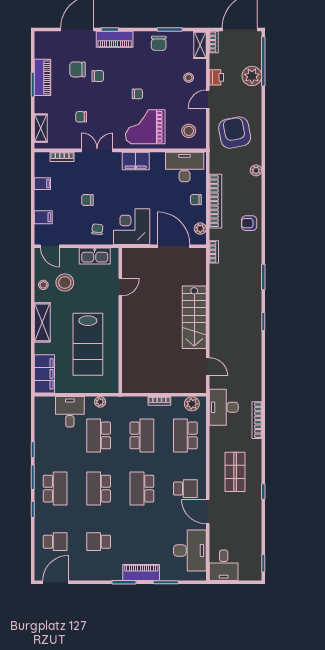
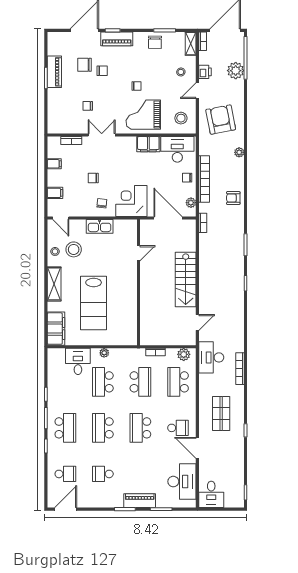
shelving: (41, 128) -> (53, 116), removed
filing cabinet: (136, 161) -> (148, 144), moved
door: (120, 287) -> (138, 253), moved
wall: (120, 321) -> (138, 282), moved
door: (208, 367) -> (197, 322), hinge flipped

